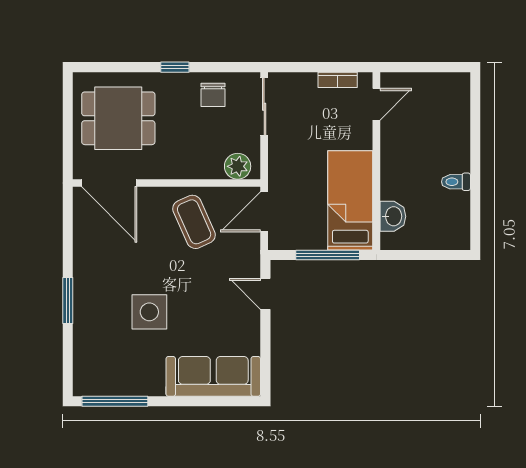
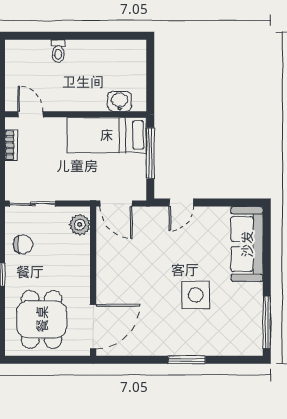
toilet: (456, 182) -> (58, 51), moved
coffee table: (194, 222) -> (124, 259), removed

